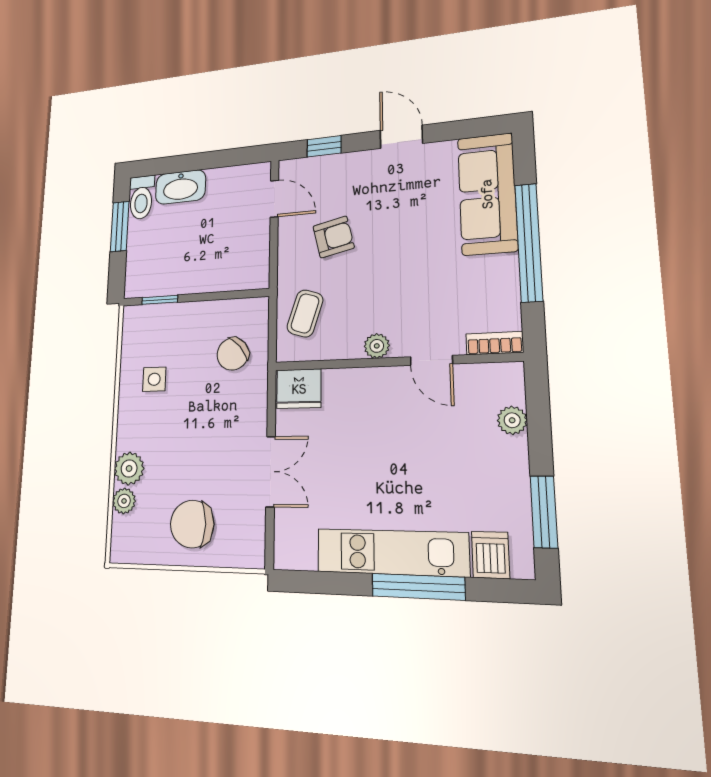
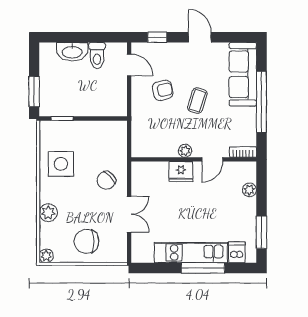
toilet: (141, 197) -> (97, 56), moved
window: (120, 226) -> (34, 91), moved
coffee table: (305, 313) -> (197, 101), moved
chair: (233, 354) -> (106, 180), moved
door: (431, 360) -> (212, 159), hinge flipped
side table: (154, 379) -> (61, 164), width x1.87, depth x1.87
fridge: (299, 389) -> (181, 172), moved
plant: (124, 501) -> (46, 256), moved

